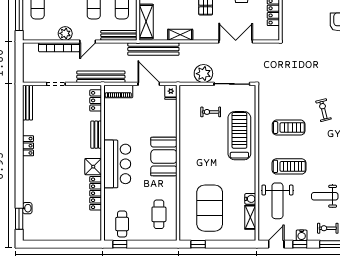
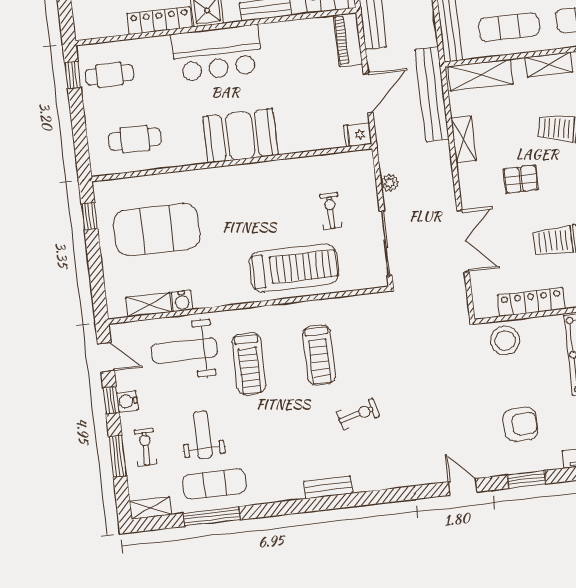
stool: (293, 25) -> (505, 340), added
plant: (203, 74) -> (390, 183), width x0.53, depth x0.53

